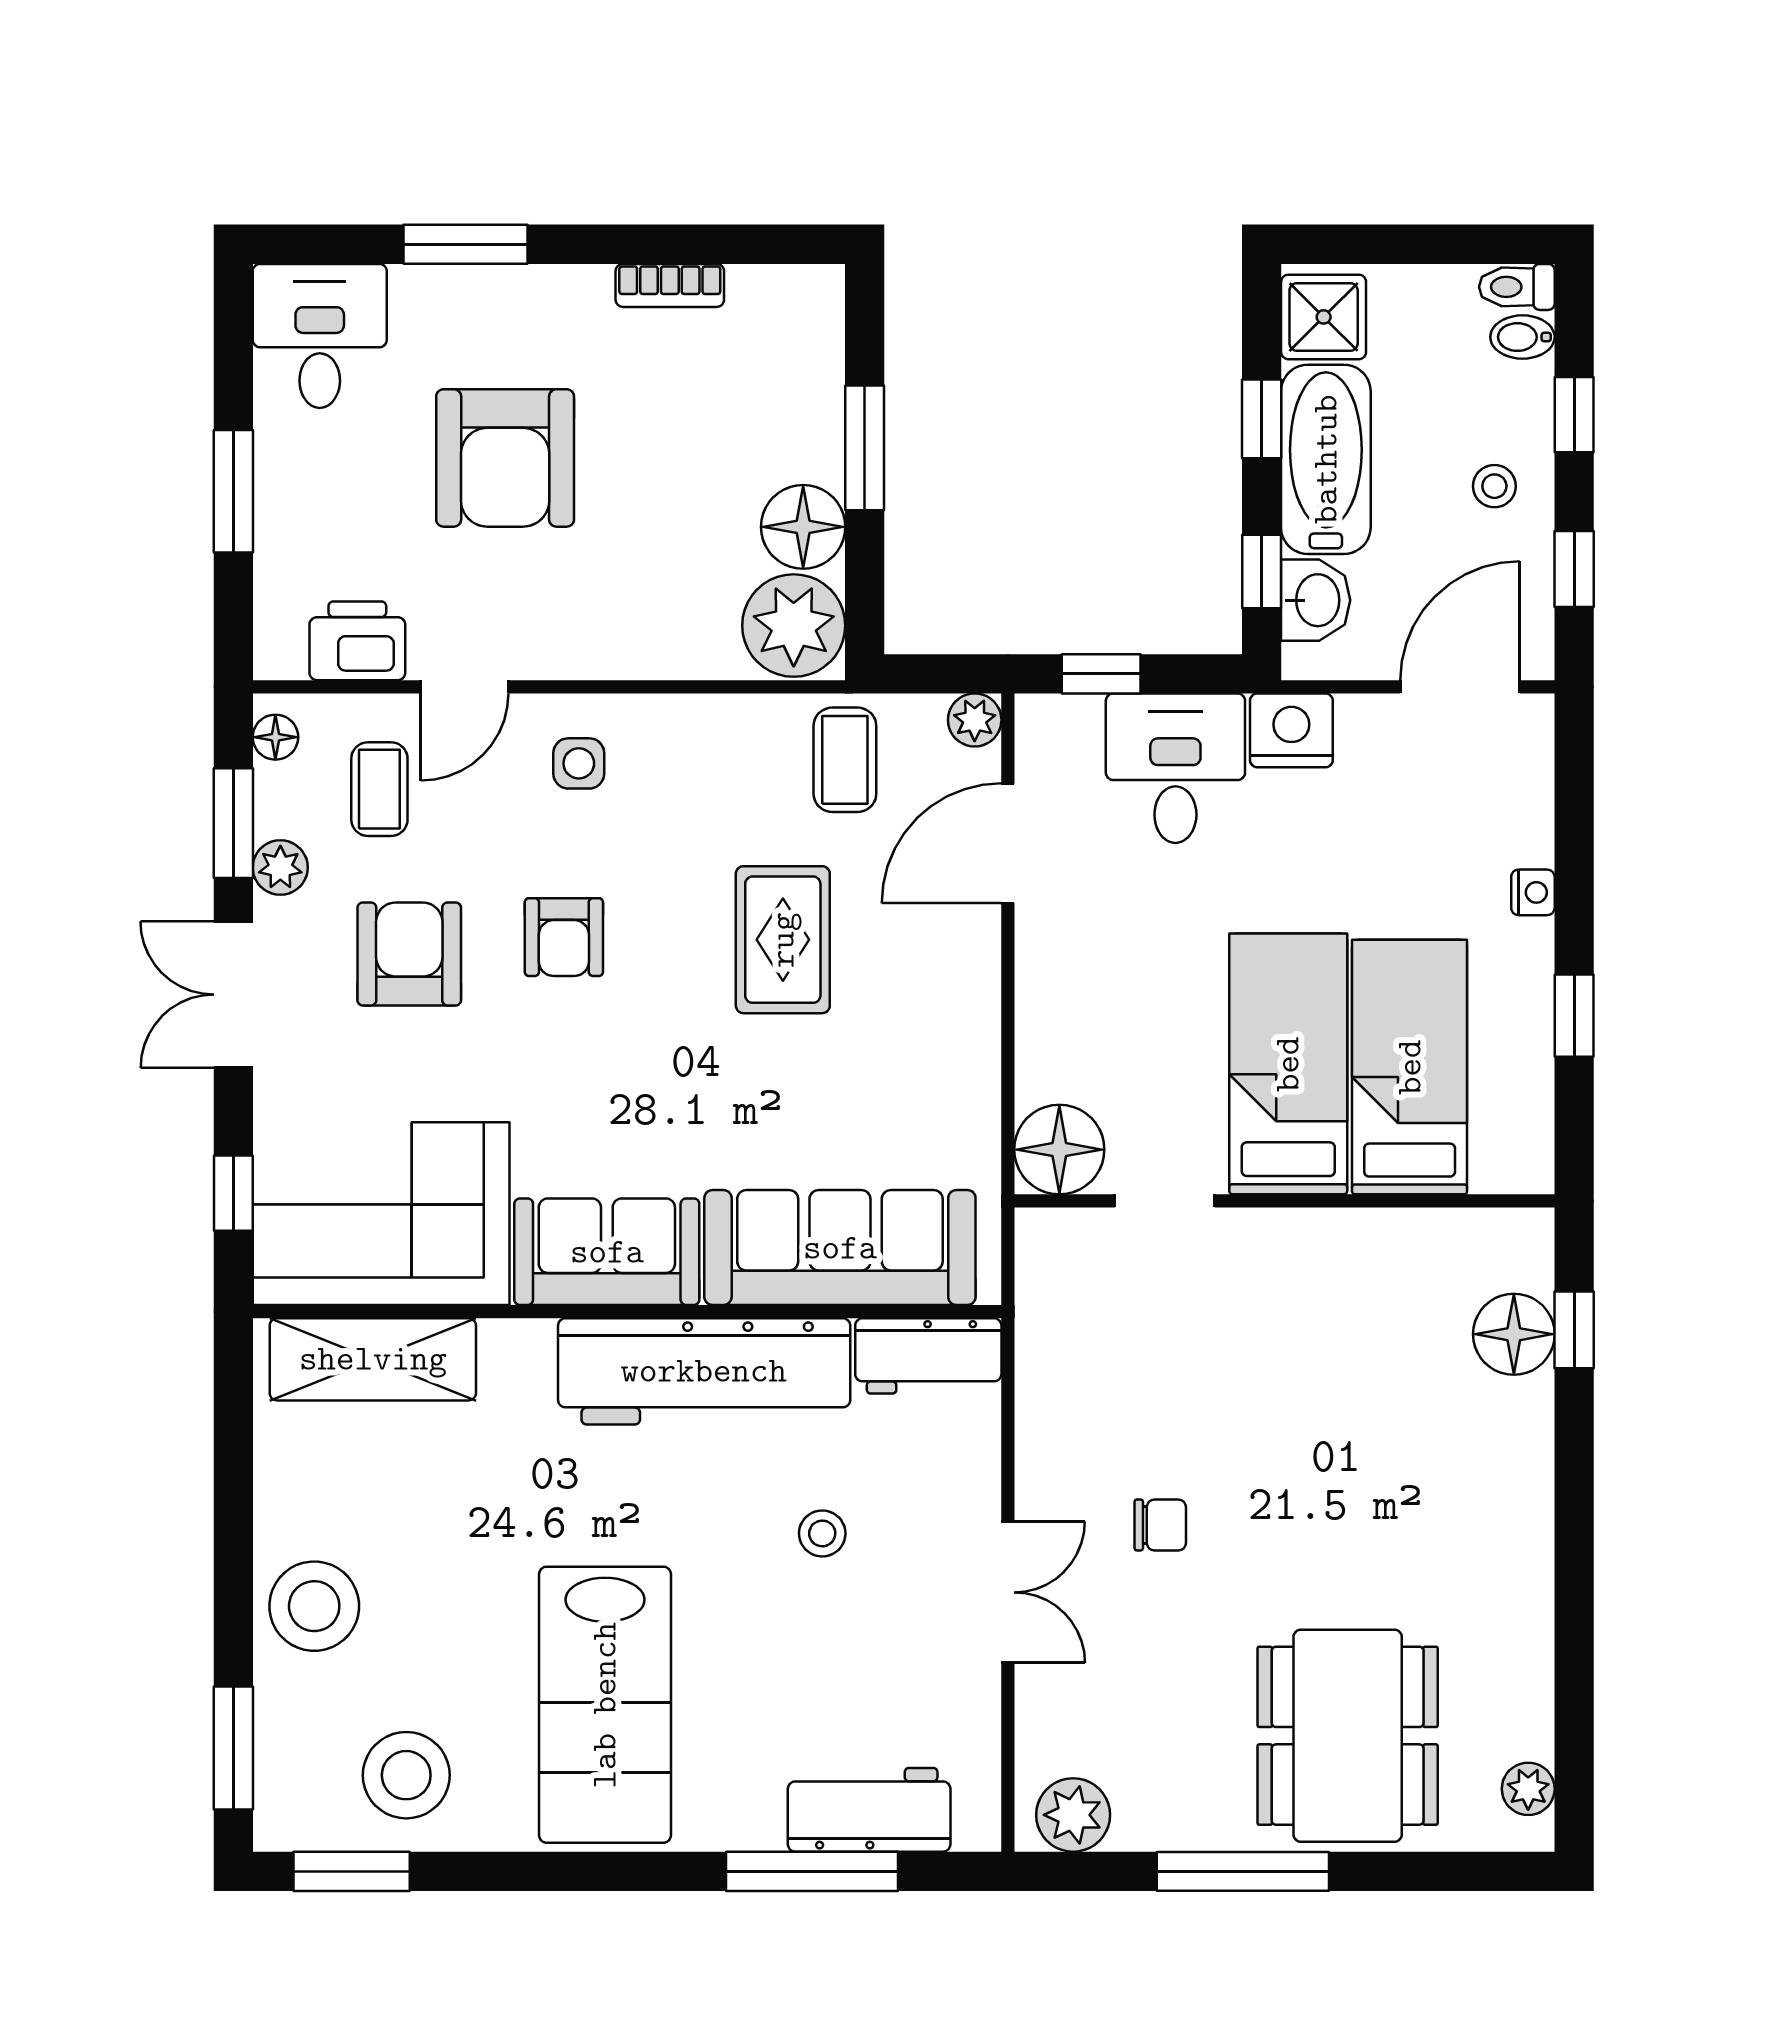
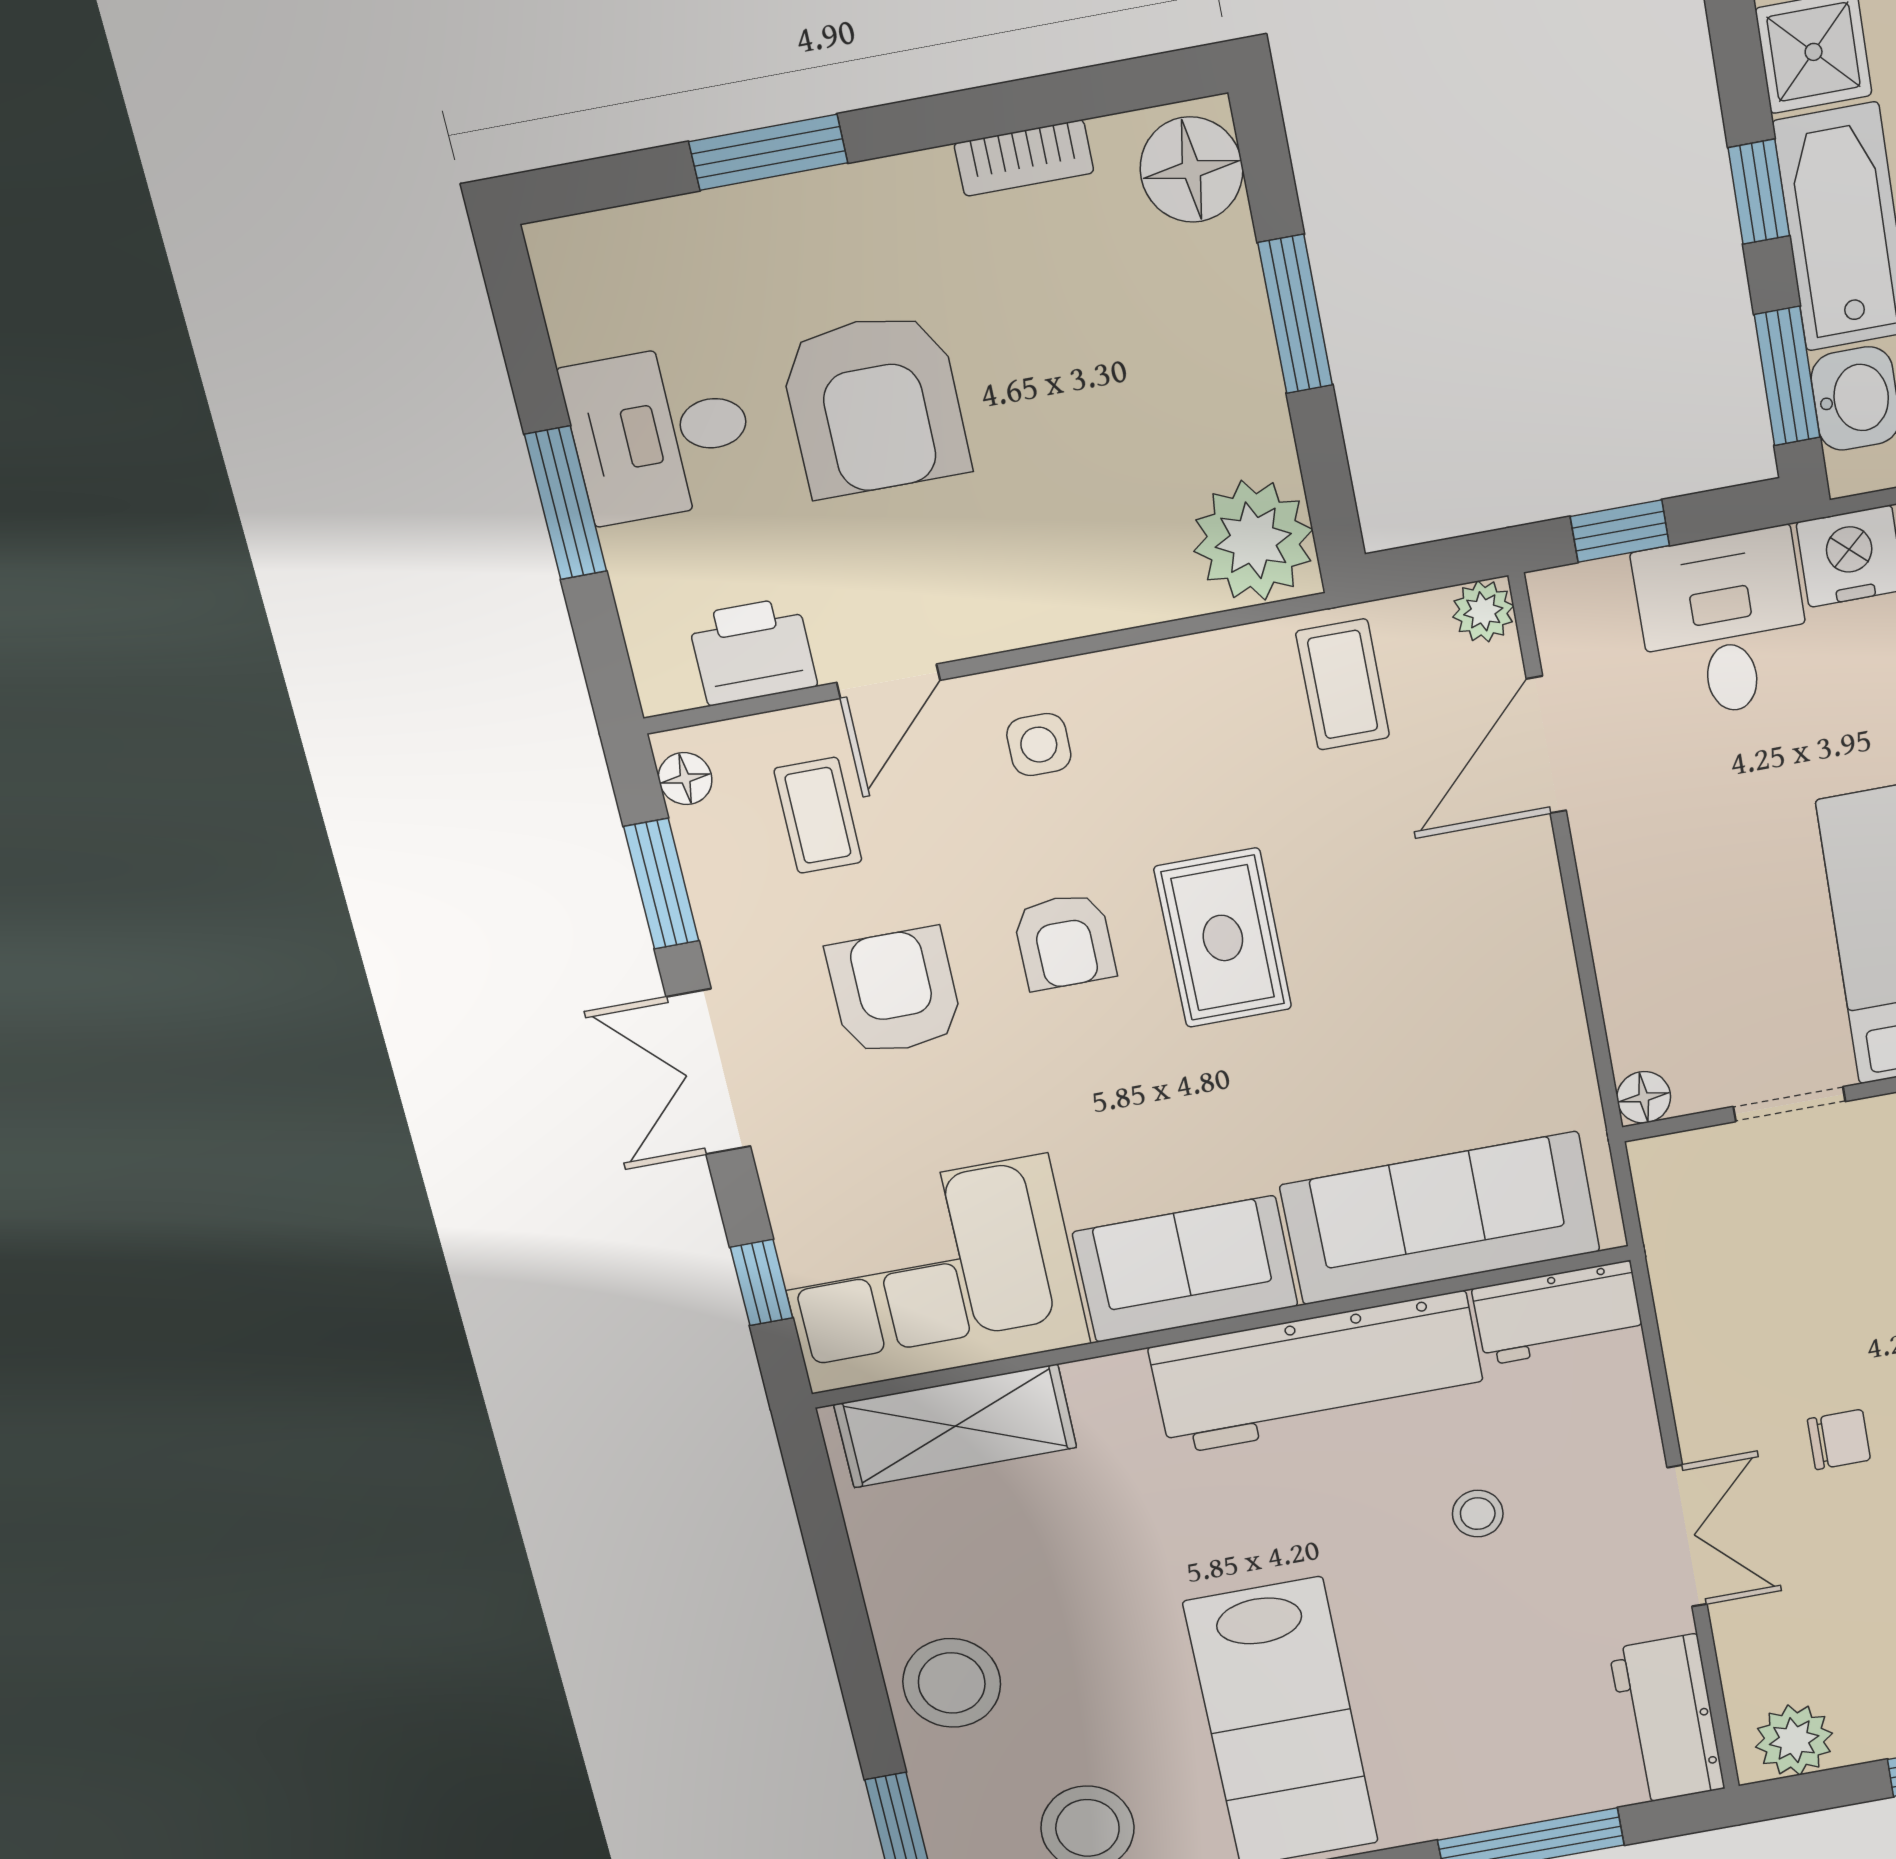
desk: (320, 336) -> (660, 433), moved, turned -90
floor lamp: (803, 527) -> (1191, 170), moved
window: (1262, 571) -> (1787, 376), width x1.50
plant: (280, 867) -> (727, 923), removed
rug: (783, 940) -> (1223, 938), moved
floor lamp: (1059, 1150) -> (1644, 1097), width x0.53, depth x0.53
workbench: (869, 1810) -> (1667, 1719), moved, turned -90

